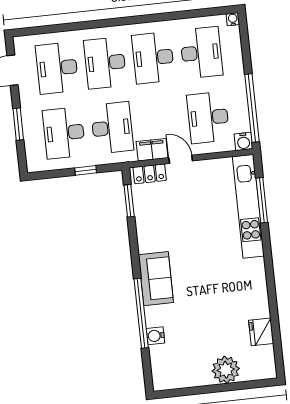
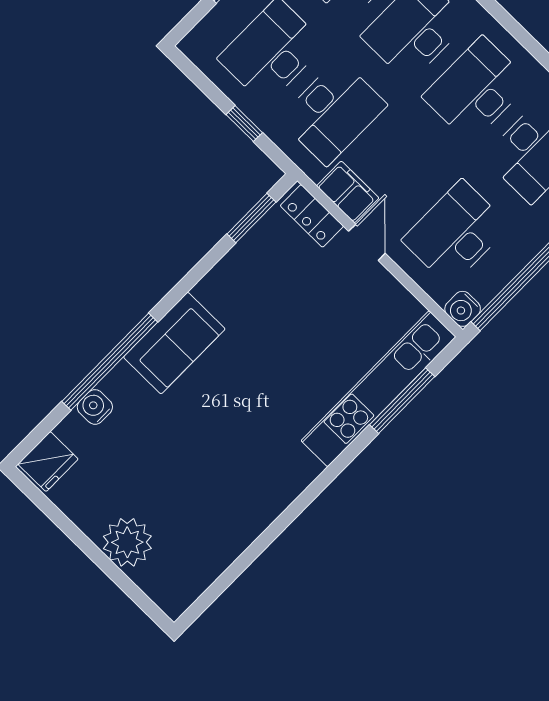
fridge: (261, 332) -> (48, 462), moved, turned 180

